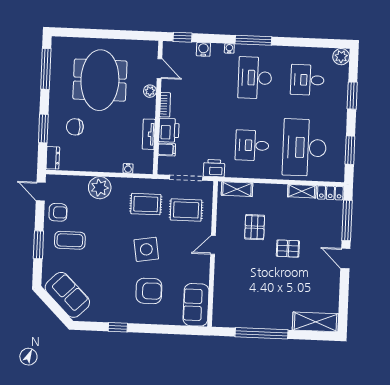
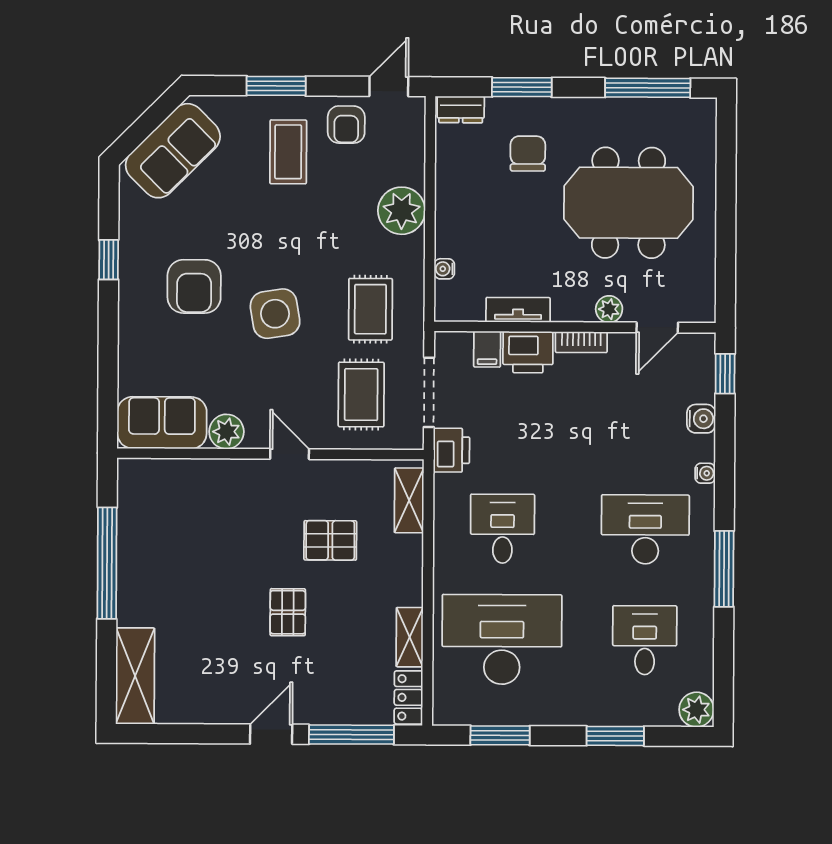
window: (253, 40) -> (724, 569), moved
plant: (201, 274) -> (226, 432), added
armchair: (149, 291) -> (194, 286), moved

